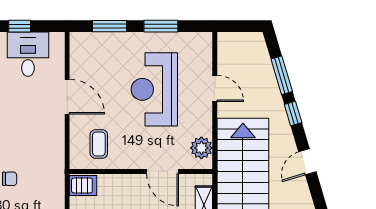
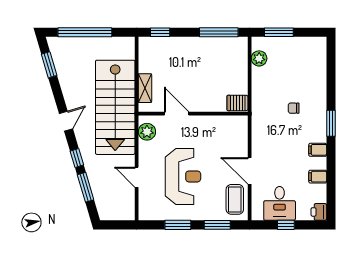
coffee table: (99, 144) -> (235, 199), moved, width x1.36, depth x1.30

